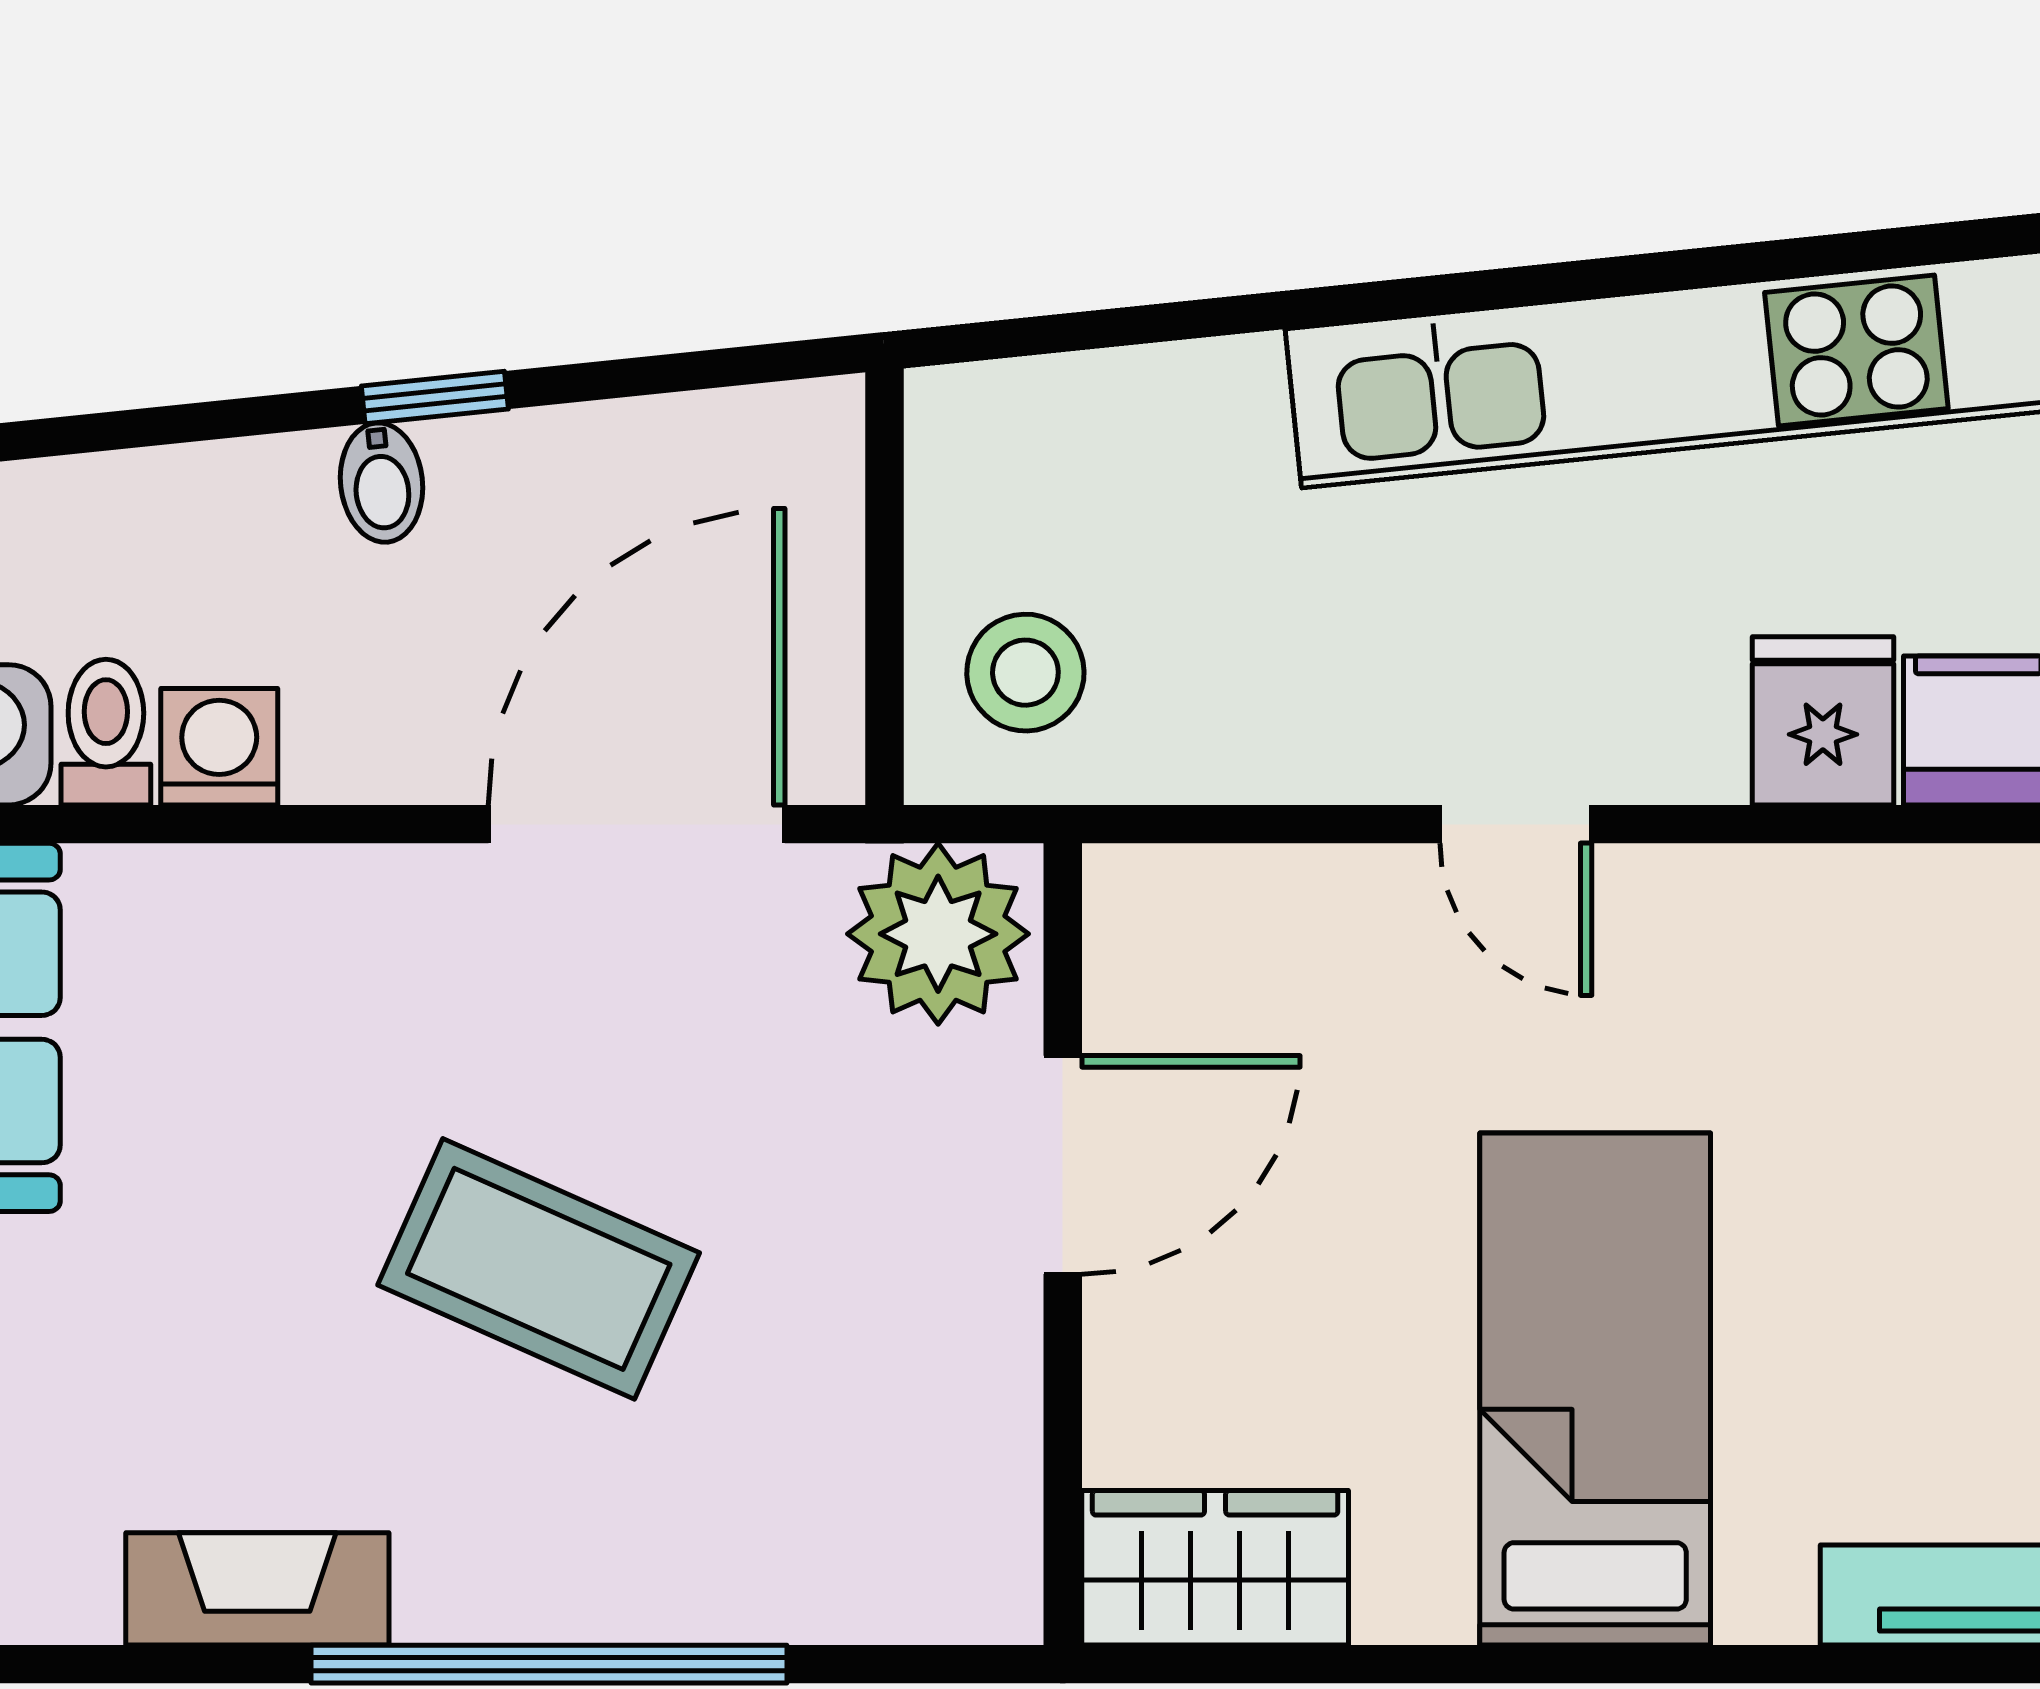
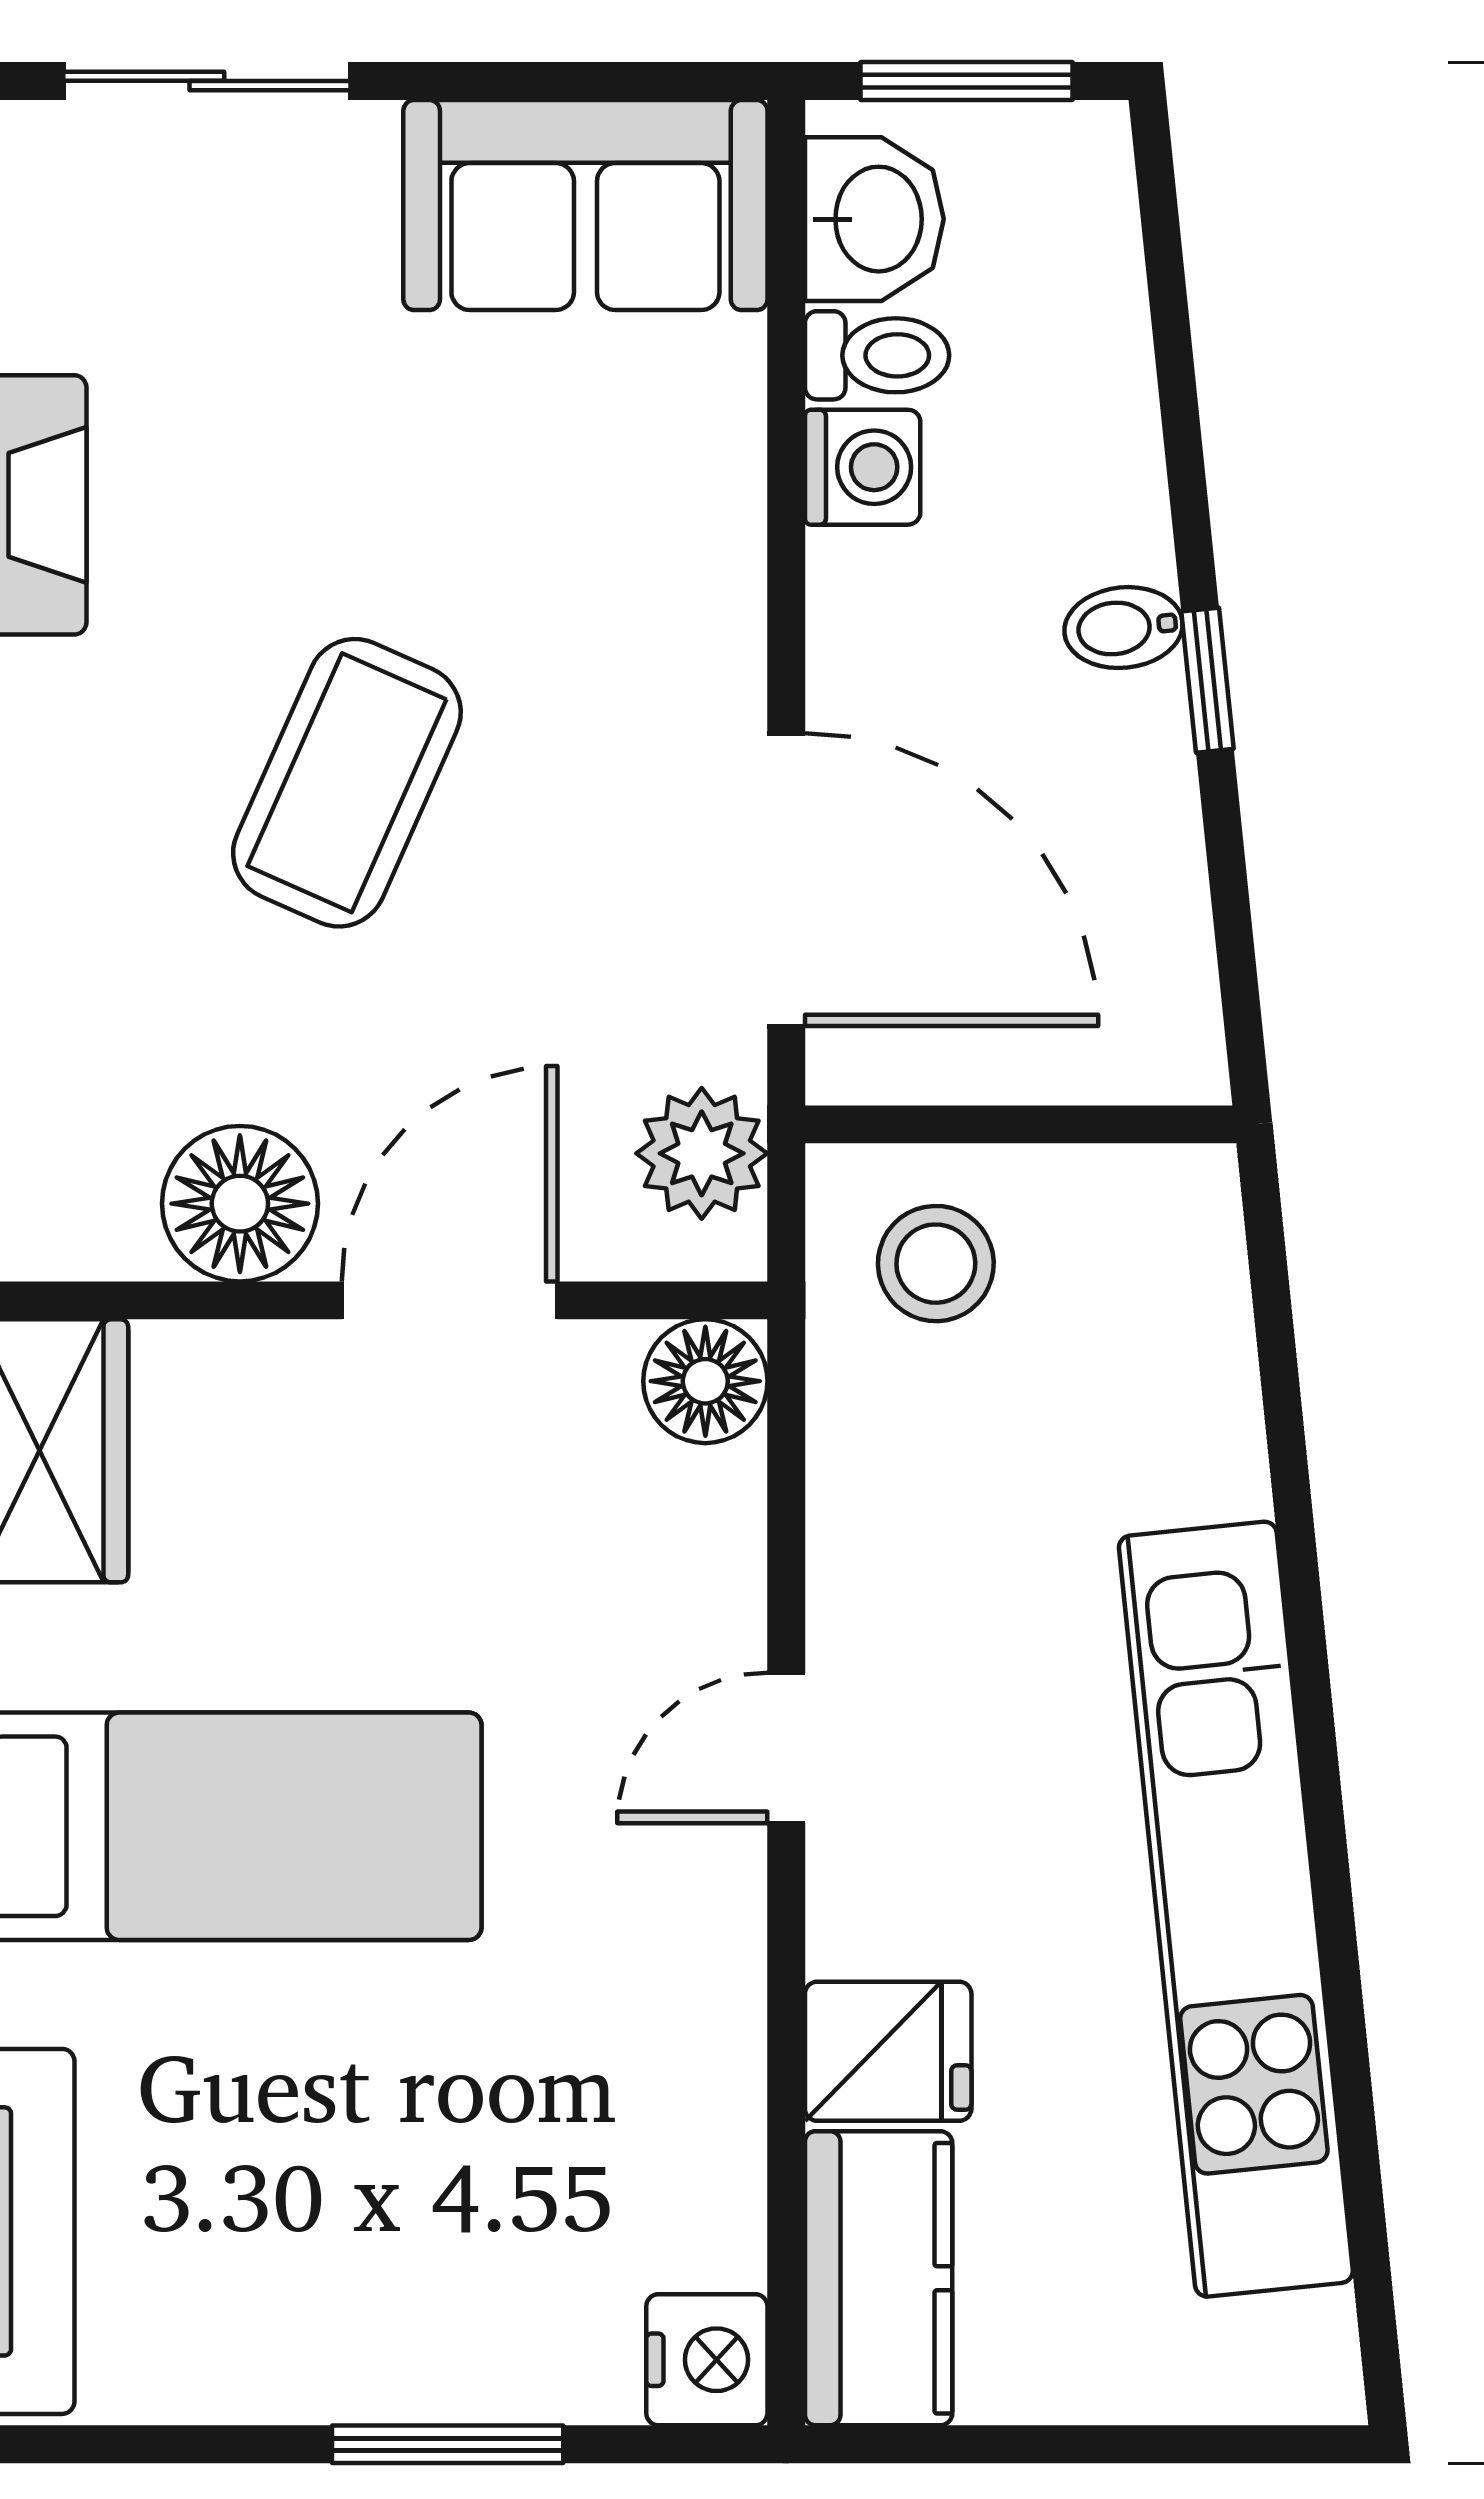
floor lamp: (1145, 906) -> (705, 1381), added
plant: (938, 934) -> (702, 1153), width x0.73, depth x0.73
door: (1063, 1165) -> (450, 1300), swing flipped
floor lamp: (965, 1377) -> (240, 1204), added

